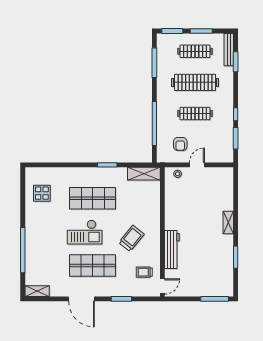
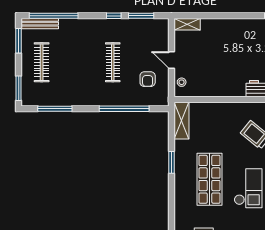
window: (201, 31) -> (19, 41), moved
window: (236, 62) -> (54, 16), width x2.11
clothes rail: (195, 82) -> (77, 62), removed
armchair: (180, 144) -> (148, 79), turned 90
shelving: (228, 222) -> (187, 24), moved

